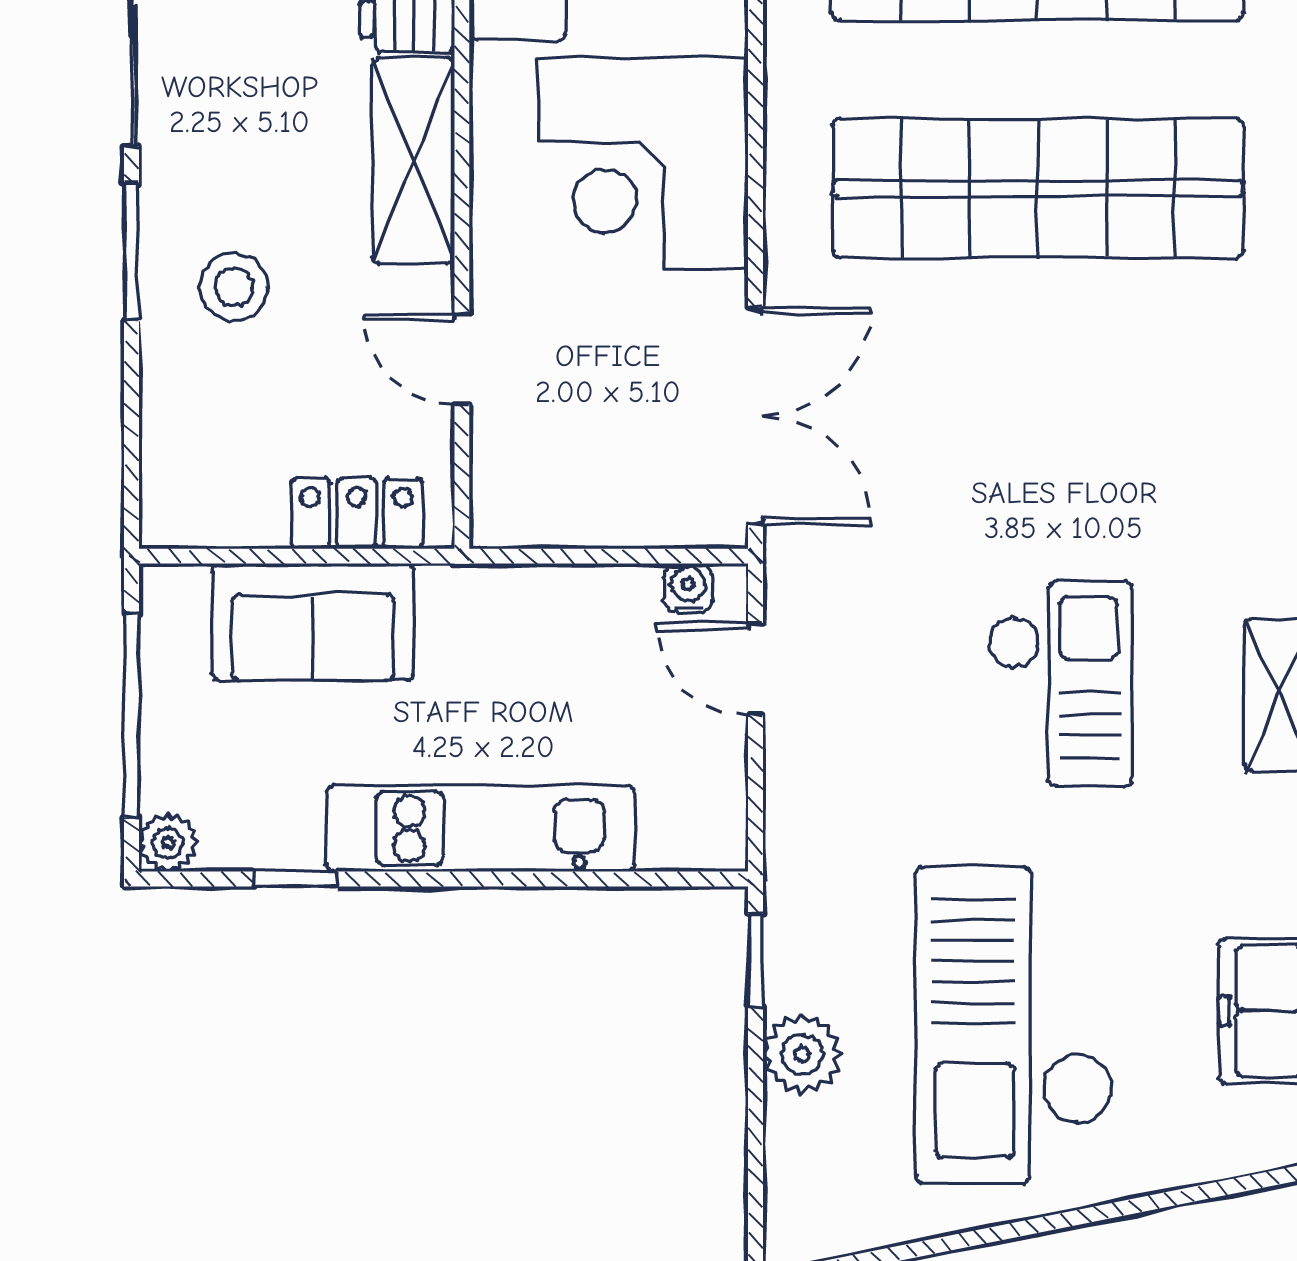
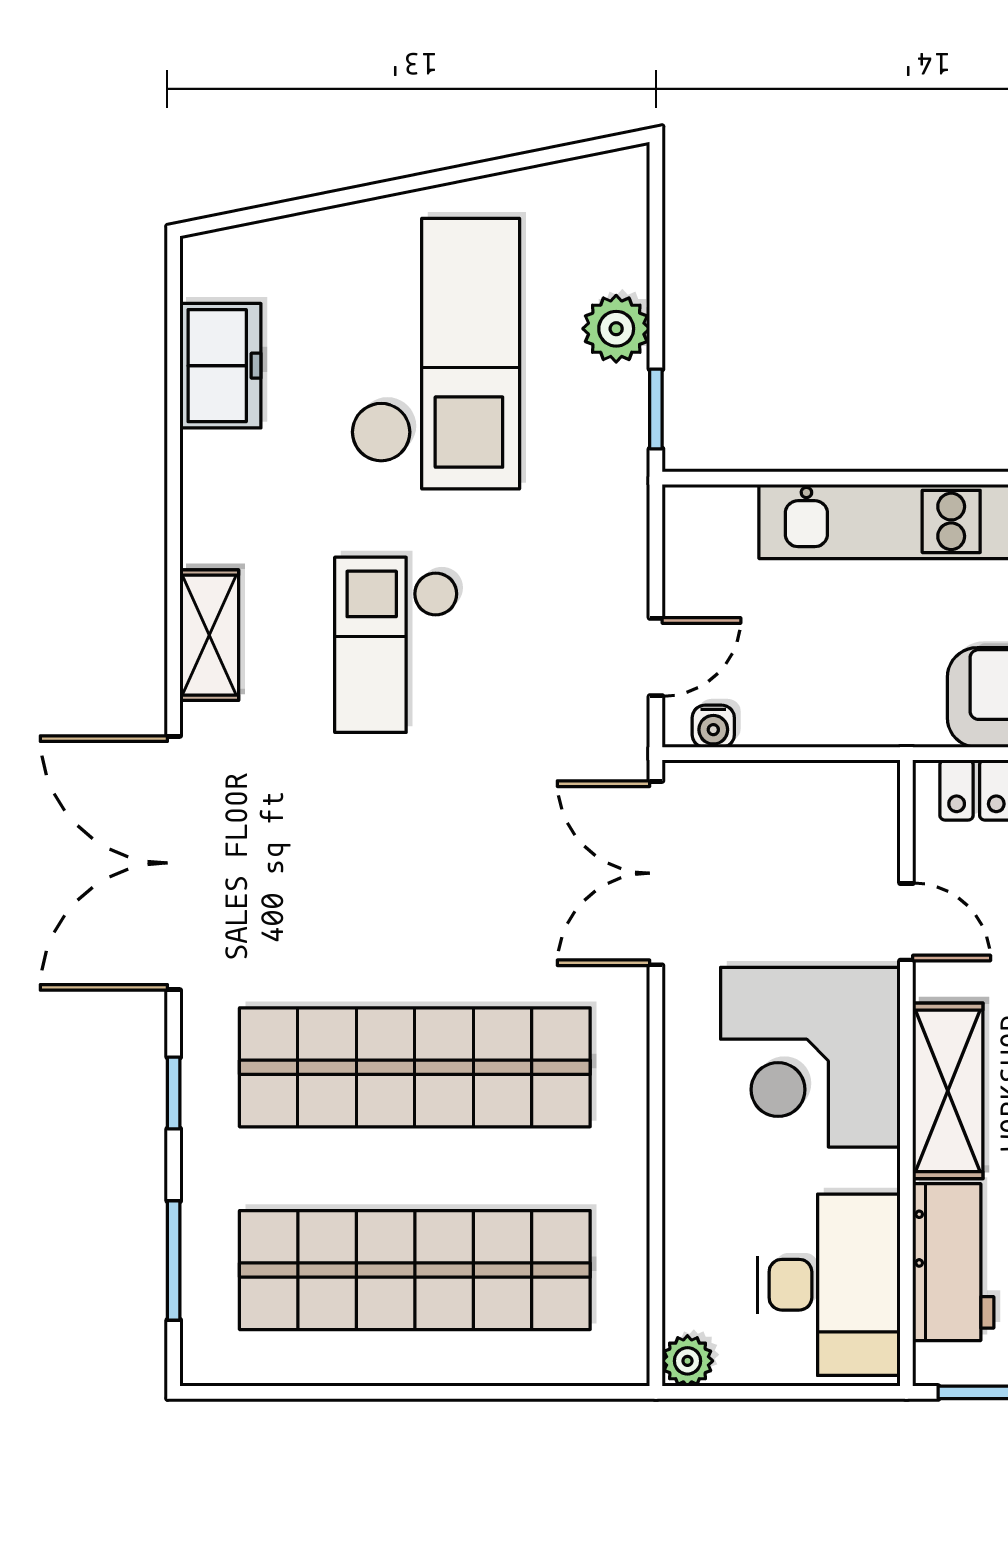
corner desk: (643, 163) -> (810, 1057), moved, turned 180
door: (755, 669) -> (656, 657), hinge flipped

